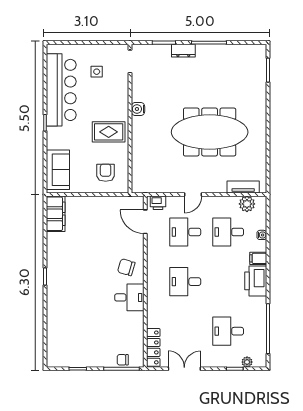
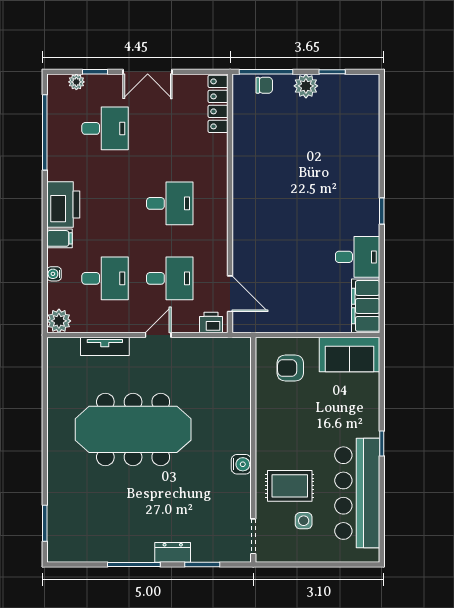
rug: (109, 132) -> (290, 486), moved
sofa: (58, 170) -> (349, 355), moved, turned -90
armchair: (106, 173) -> (290, 368), turned 90
tv unit: (243, 187) -> (105, 346), moved
plant: (247, 204) -> (59, 321), moved
chair: (126, 267) -> (259, 225), removed
desk: (129, 297) -> (358, 257), moved, turned 180
plant: (95, 359) -> (306, 86), added
double door: (184, 369) -> (148, 72), moved

